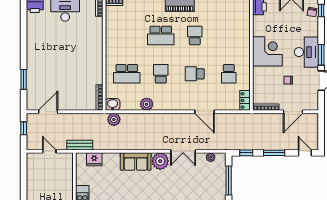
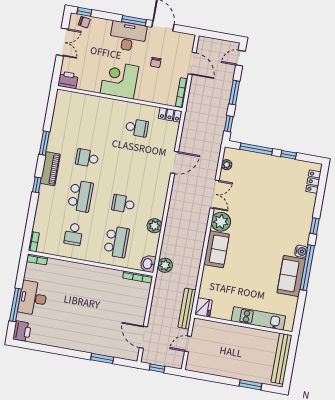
school desk: (195, 74) -> (74, 234), moved
bench: (80, 145) -> (187, 309), width x1.36
fridge: (94, 159) -> (203, 307), moved

